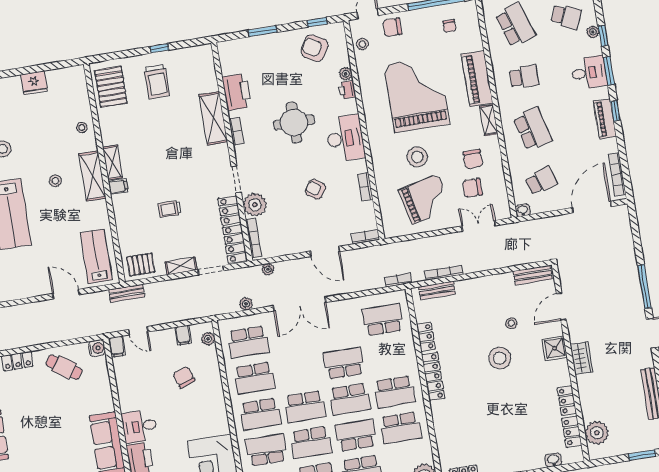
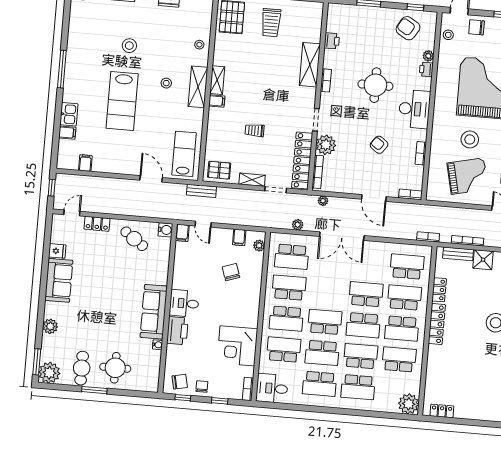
printer: (237, 92) -> (332, 41), width x0.53, depth x0.68
shower: (467, 290) -> (483, 260), added
school desk: (389, 356) -> (404, 298), added
school desk: (254, 378) -> (289, 288), turned 180
school desk: (305, 407) -> (325, 322), turned 180
school desk: (401, 428) -> (399, 359), turned 180

